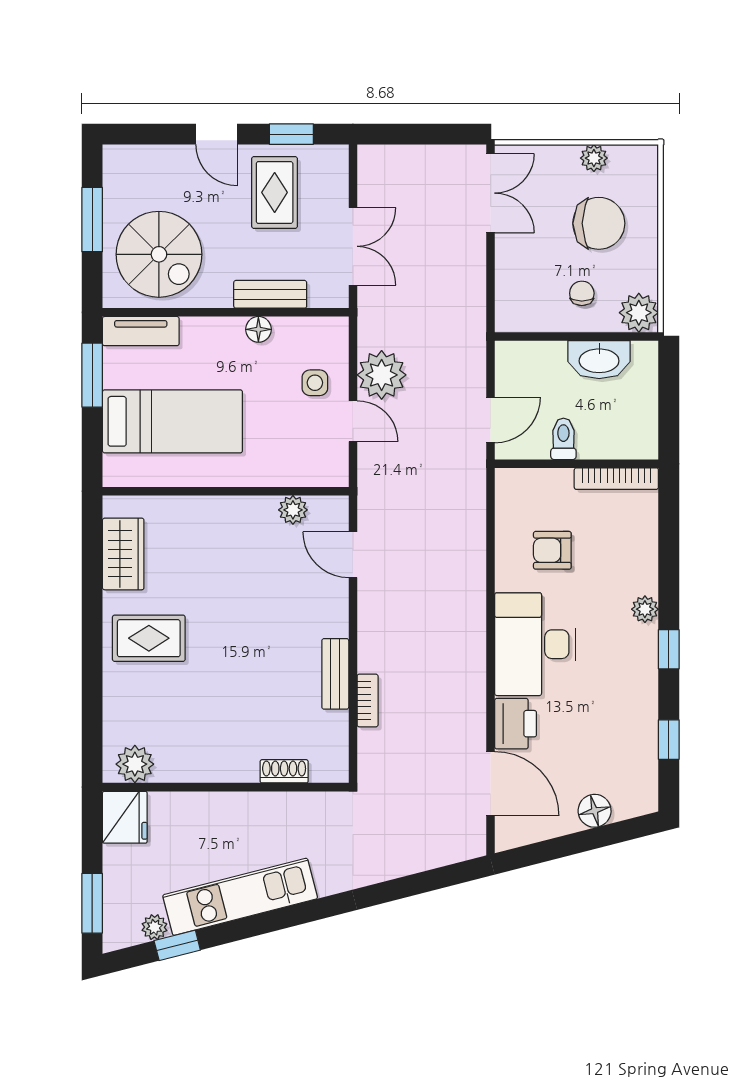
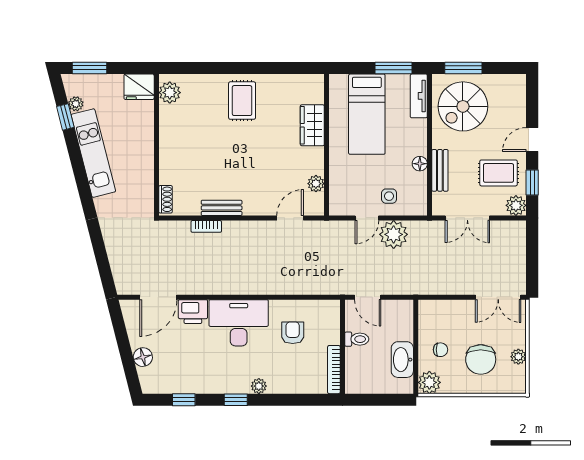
plant: (331, 162) -> (516, 205), added
window: (92, 220) -> (463, 68), moved
wardrobe: (123, 554) -> (312, 125), moved, turned 90
shoe rack: (284, 771) -> (165, 199), moved

